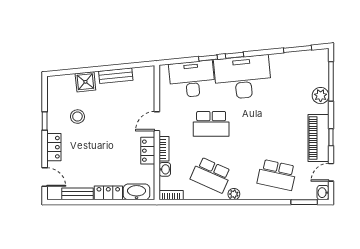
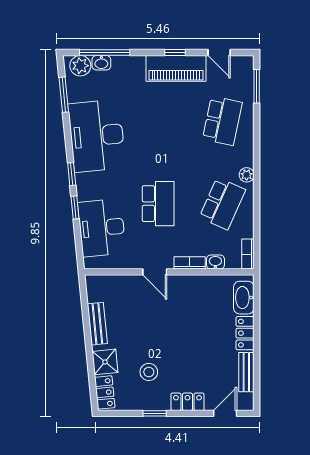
desk: (243, 77) -> (97, 136), moved
plant: (321, 96) -> (80, 66), moved
locker: (148, 151) -> (105, 392), moved, turned -96
washbasin: (323, 193) -> (101, 63), moved

